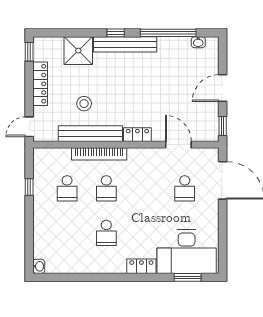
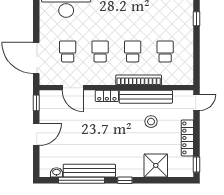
bench: (125, 44) -> (89, 171), moved
window: (29, 187) -> (196, 19), moved
school desk: (106, 233) -> (100, 51), moved

